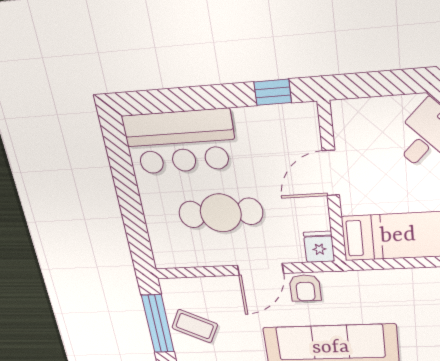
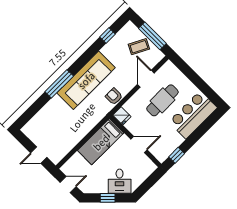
door: (331, 173) -> (139, 145), hinge flipped
door: (260, 269) -> (146, 79), moved

